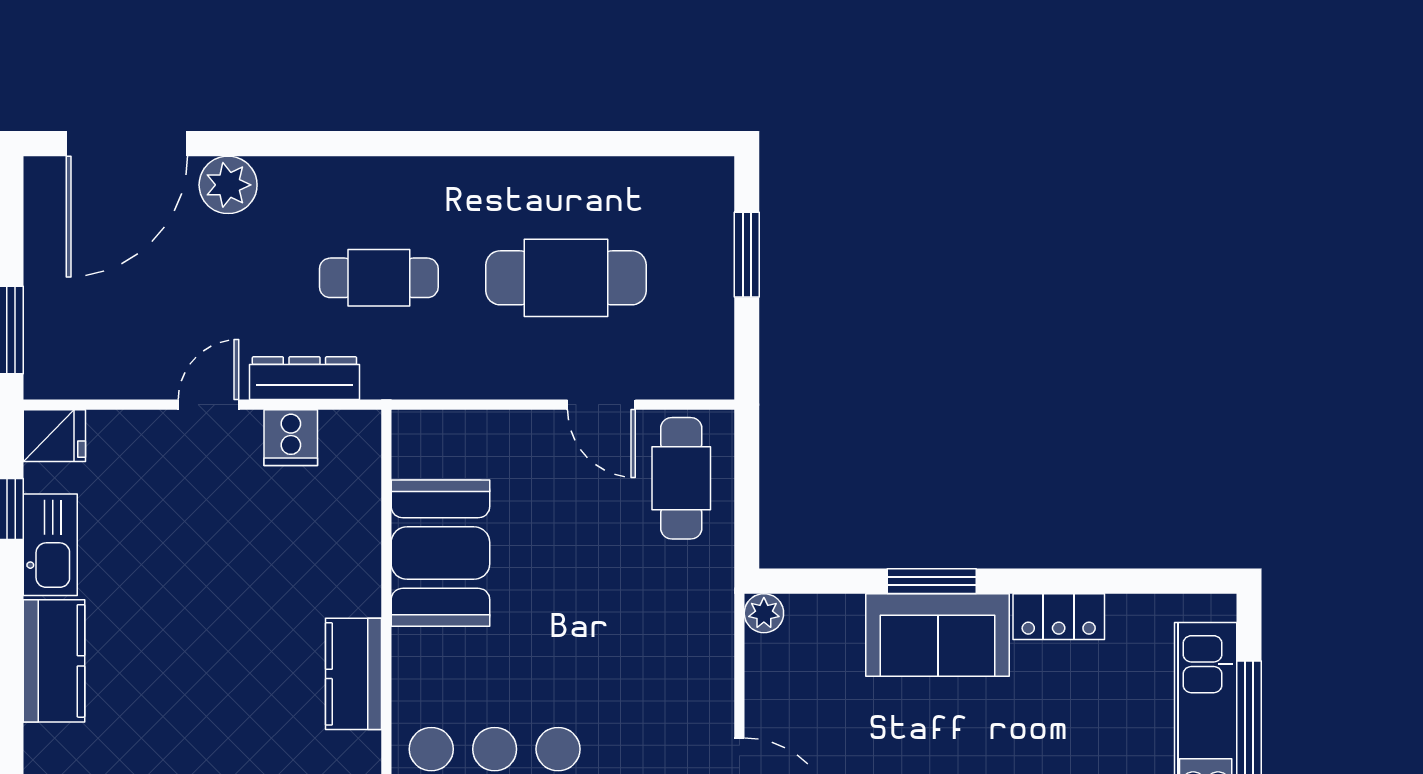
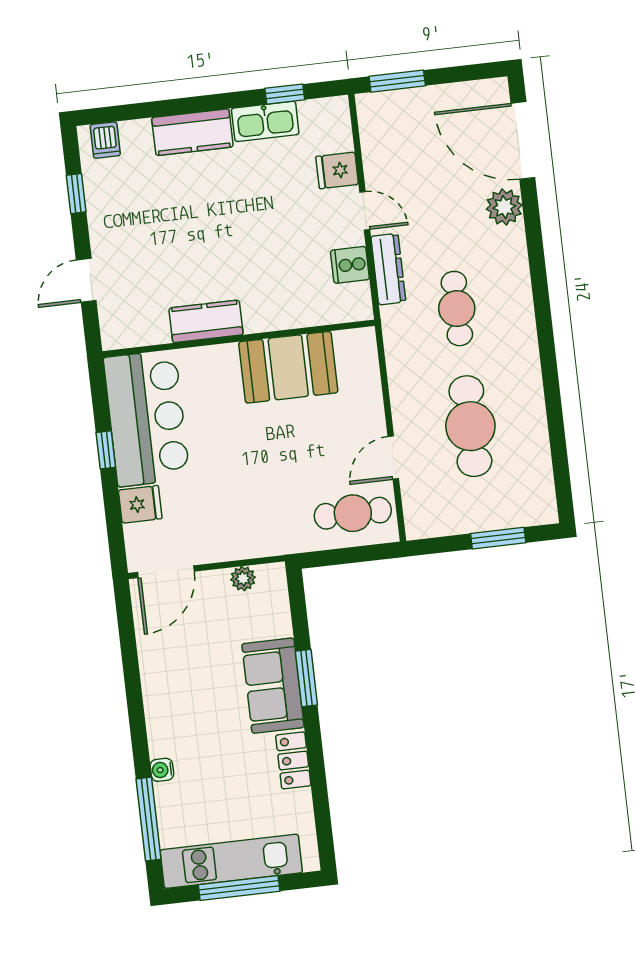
fridge: (54, 436) -> (337, 170), moved, turned 90
plant: (764, 613) -> (243, 579), moved

